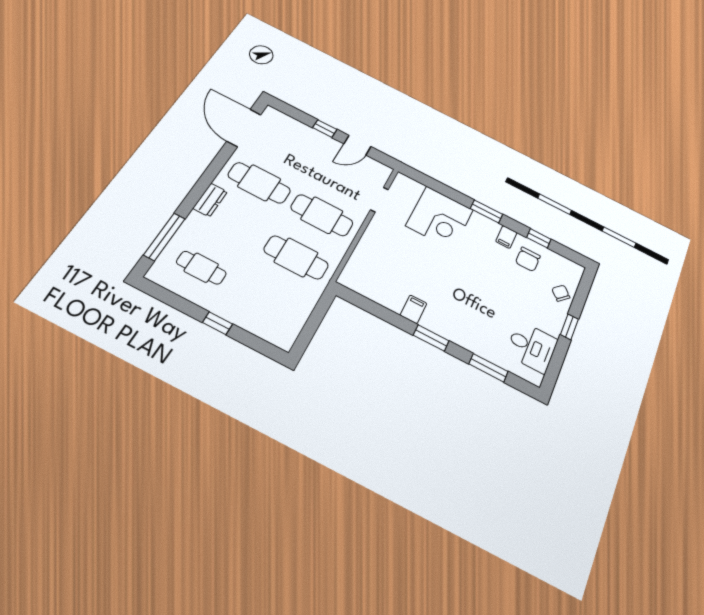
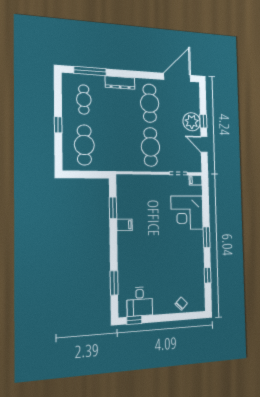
plant: (317, 143) -> (192, 122), added
dresser: (210, 200) -> (120, 83), width x1.44
filing cabinet: (506, 237) -> (196, 180), moved
cafe table: (296, 257) -> (84, 145), moved
chair: (528, 259) -> (191, 275), removed
window: (569, 327) -> (134, 320), moved
window: (431, 338) -> (113, 208), moved

